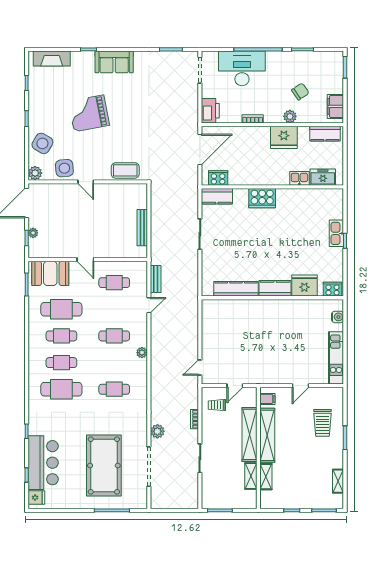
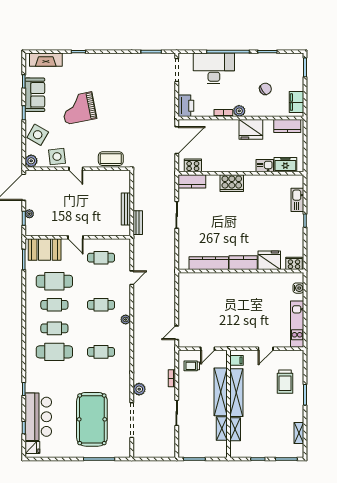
sofa: (114, 62) -> (35, 95), moved, turned -90
plant: (290, 116) -> (239, 111), moved
kitchen sink: (336, 233) -> (297, 200), moved
bench: (156, 279) -> (138, 223), moved

